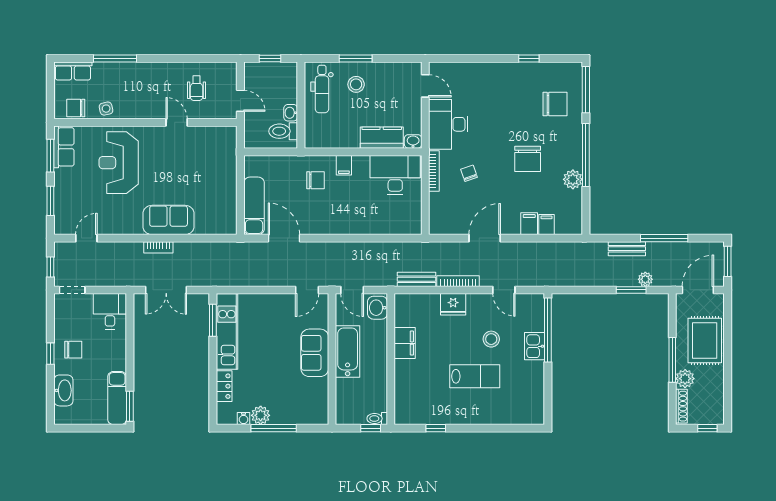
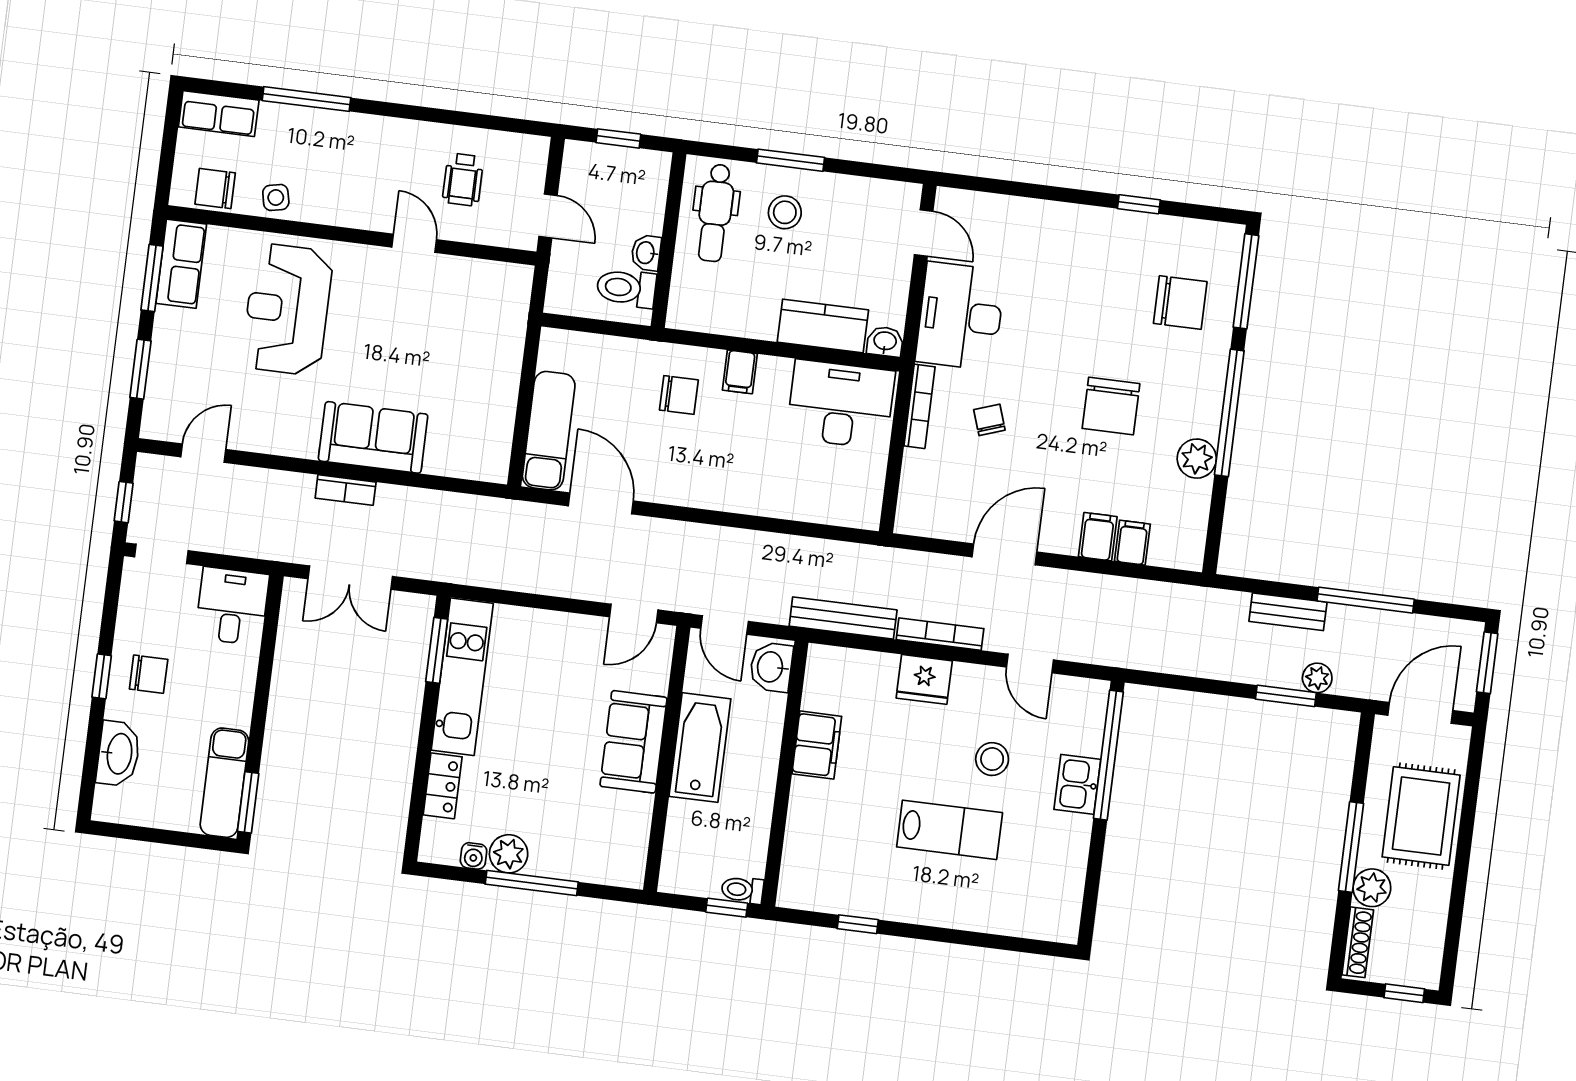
bench: (417, 279) -> (843, 618), width x1.36

